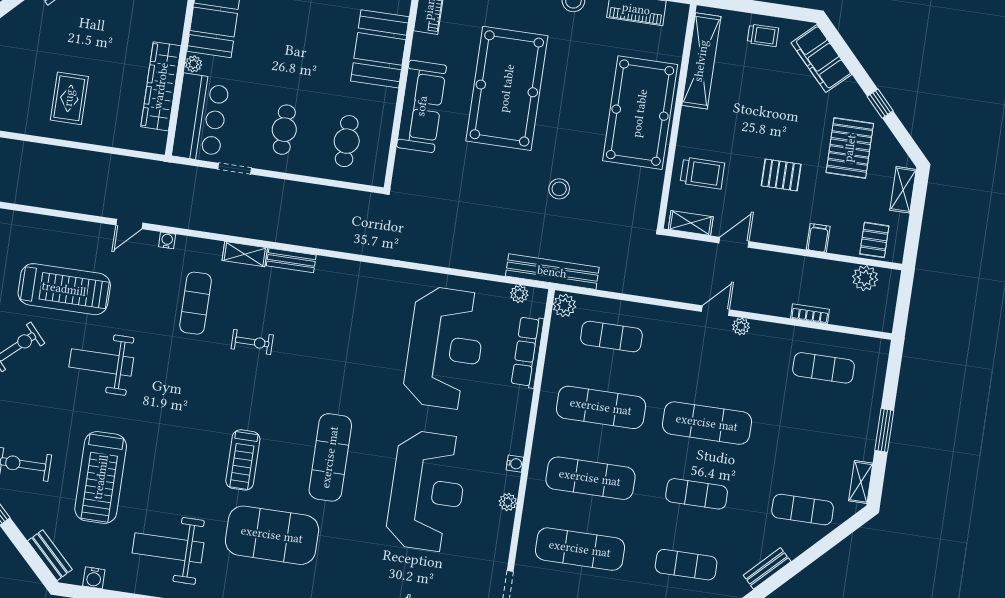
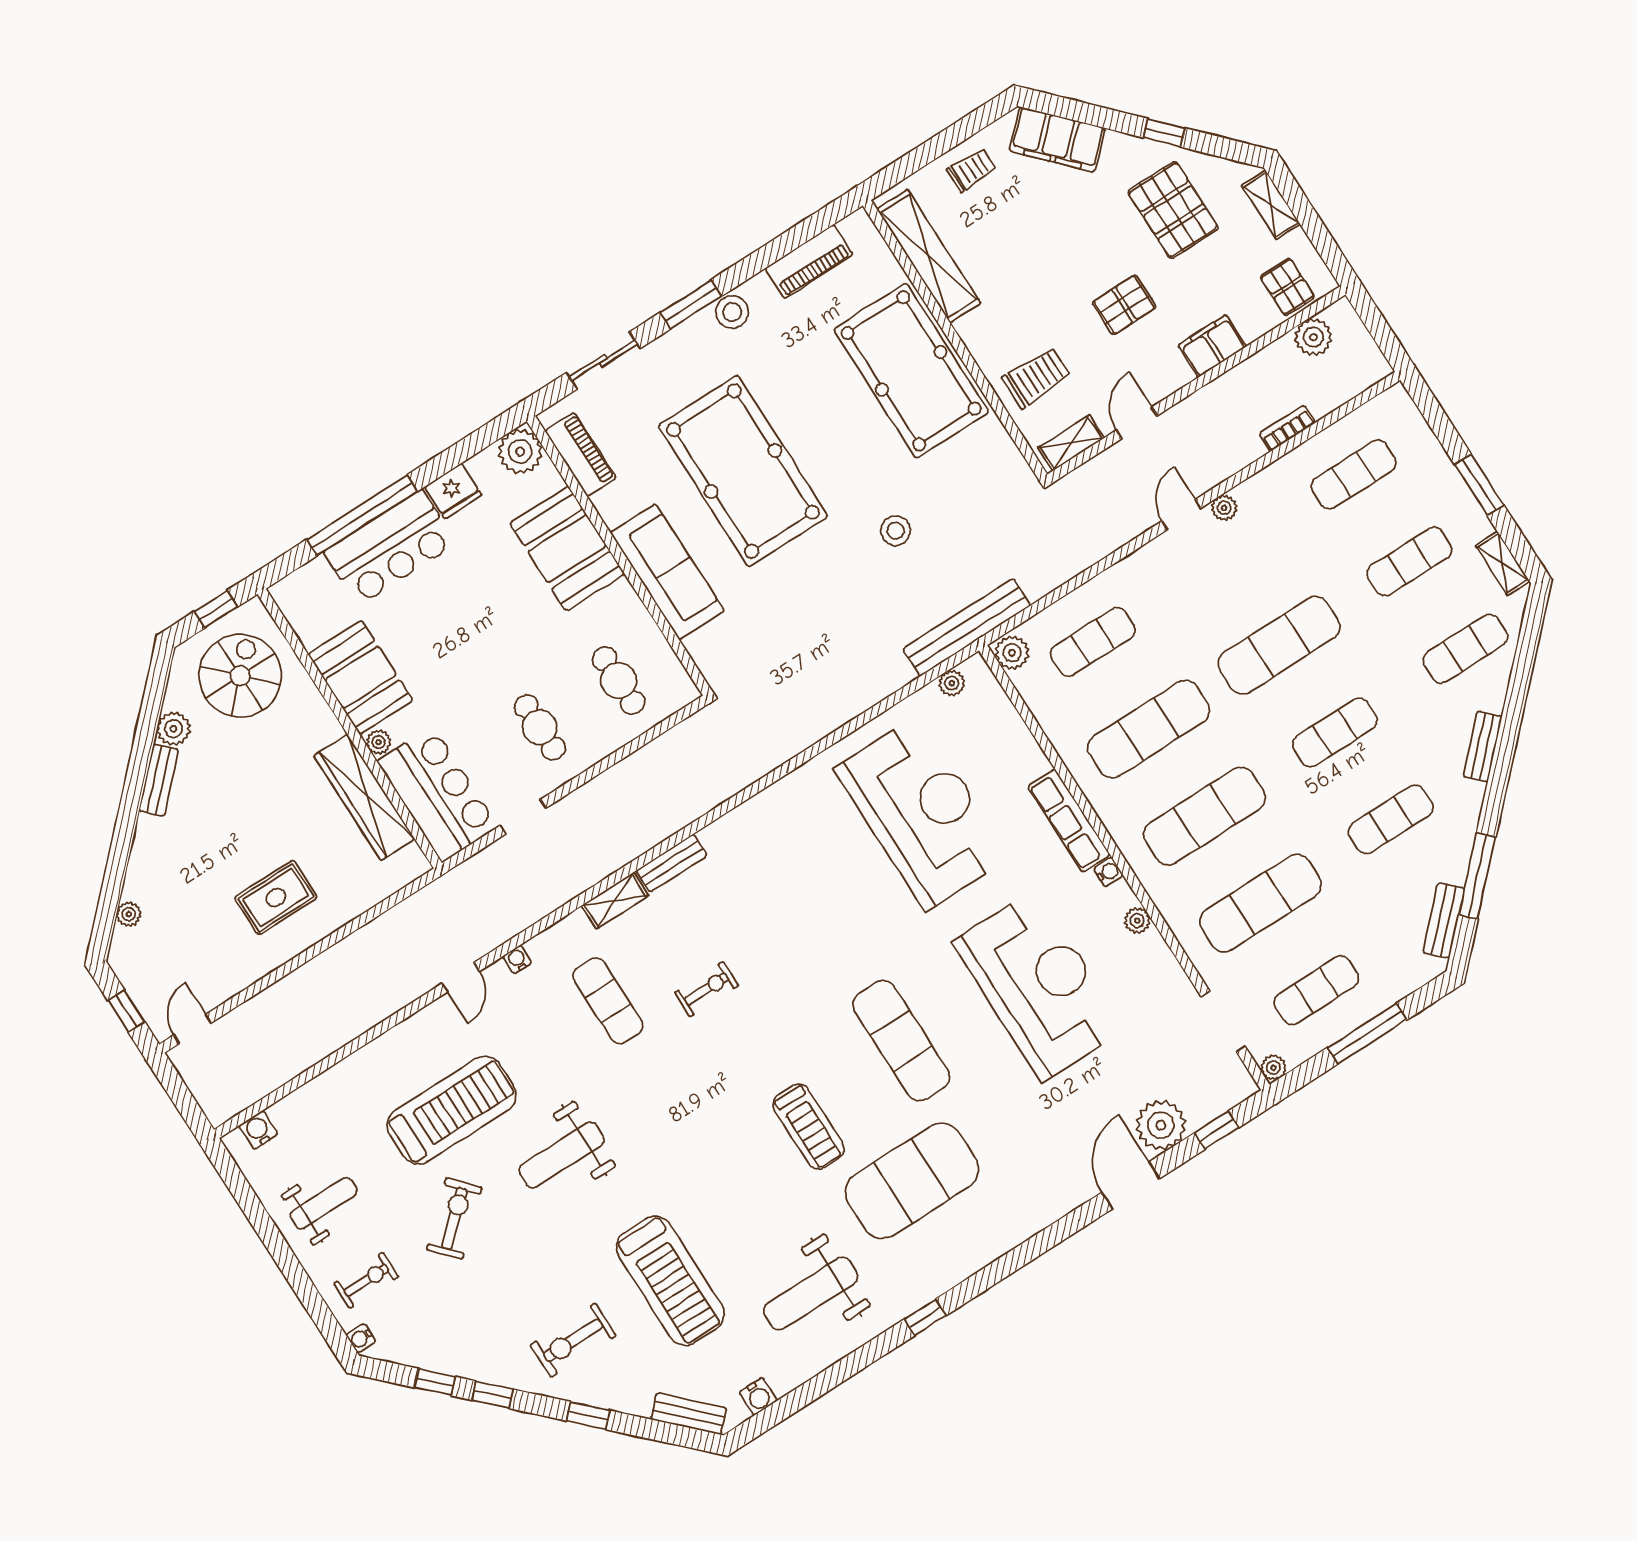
rug: (69, 98) -> (276, 898), turned 90
filing cabinet: (818, 238) -> (1212, 346), width x2.00
row of seats: (528, 352) -> (1069, 820), moved
exercise mat: (813, 439) -> (1409, 562), added

